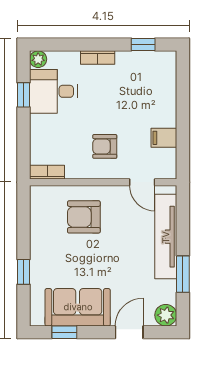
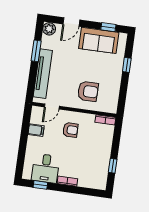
plant: (38, 59) -> (101, 185), removed
desk: (53, 91) -> (46, 168), moved, turned 90
door: (142, 182) -> (52, 107), swing flipped

